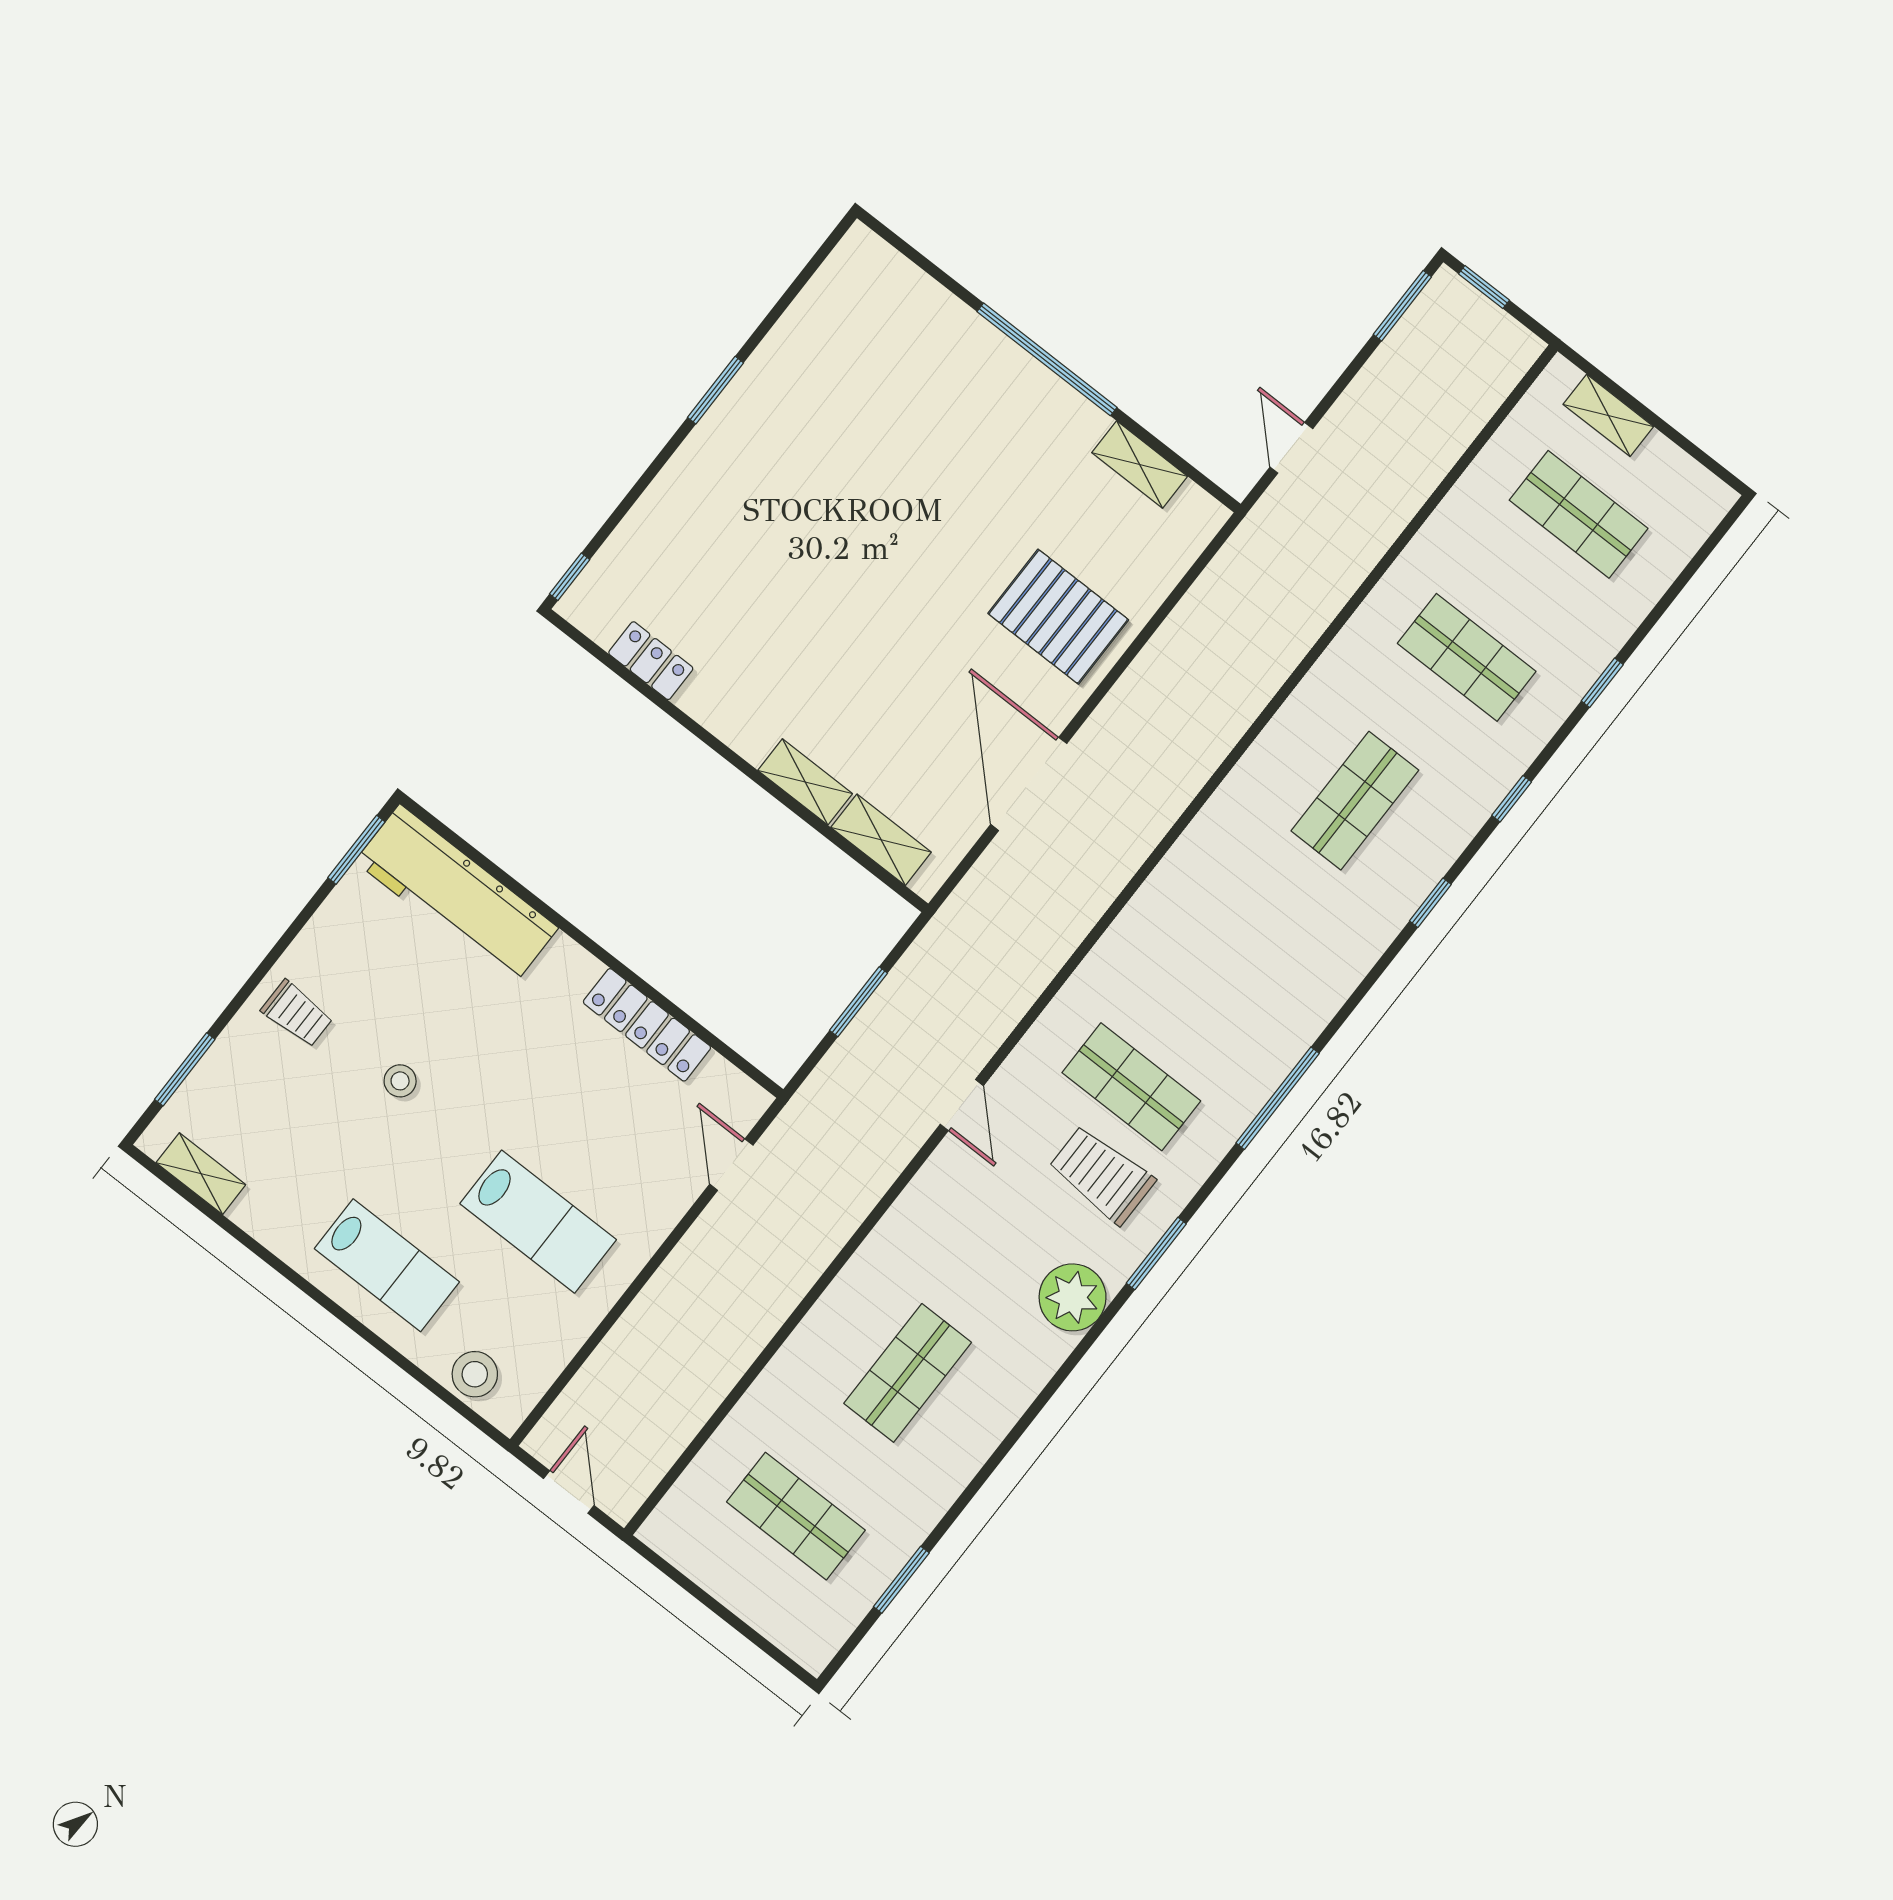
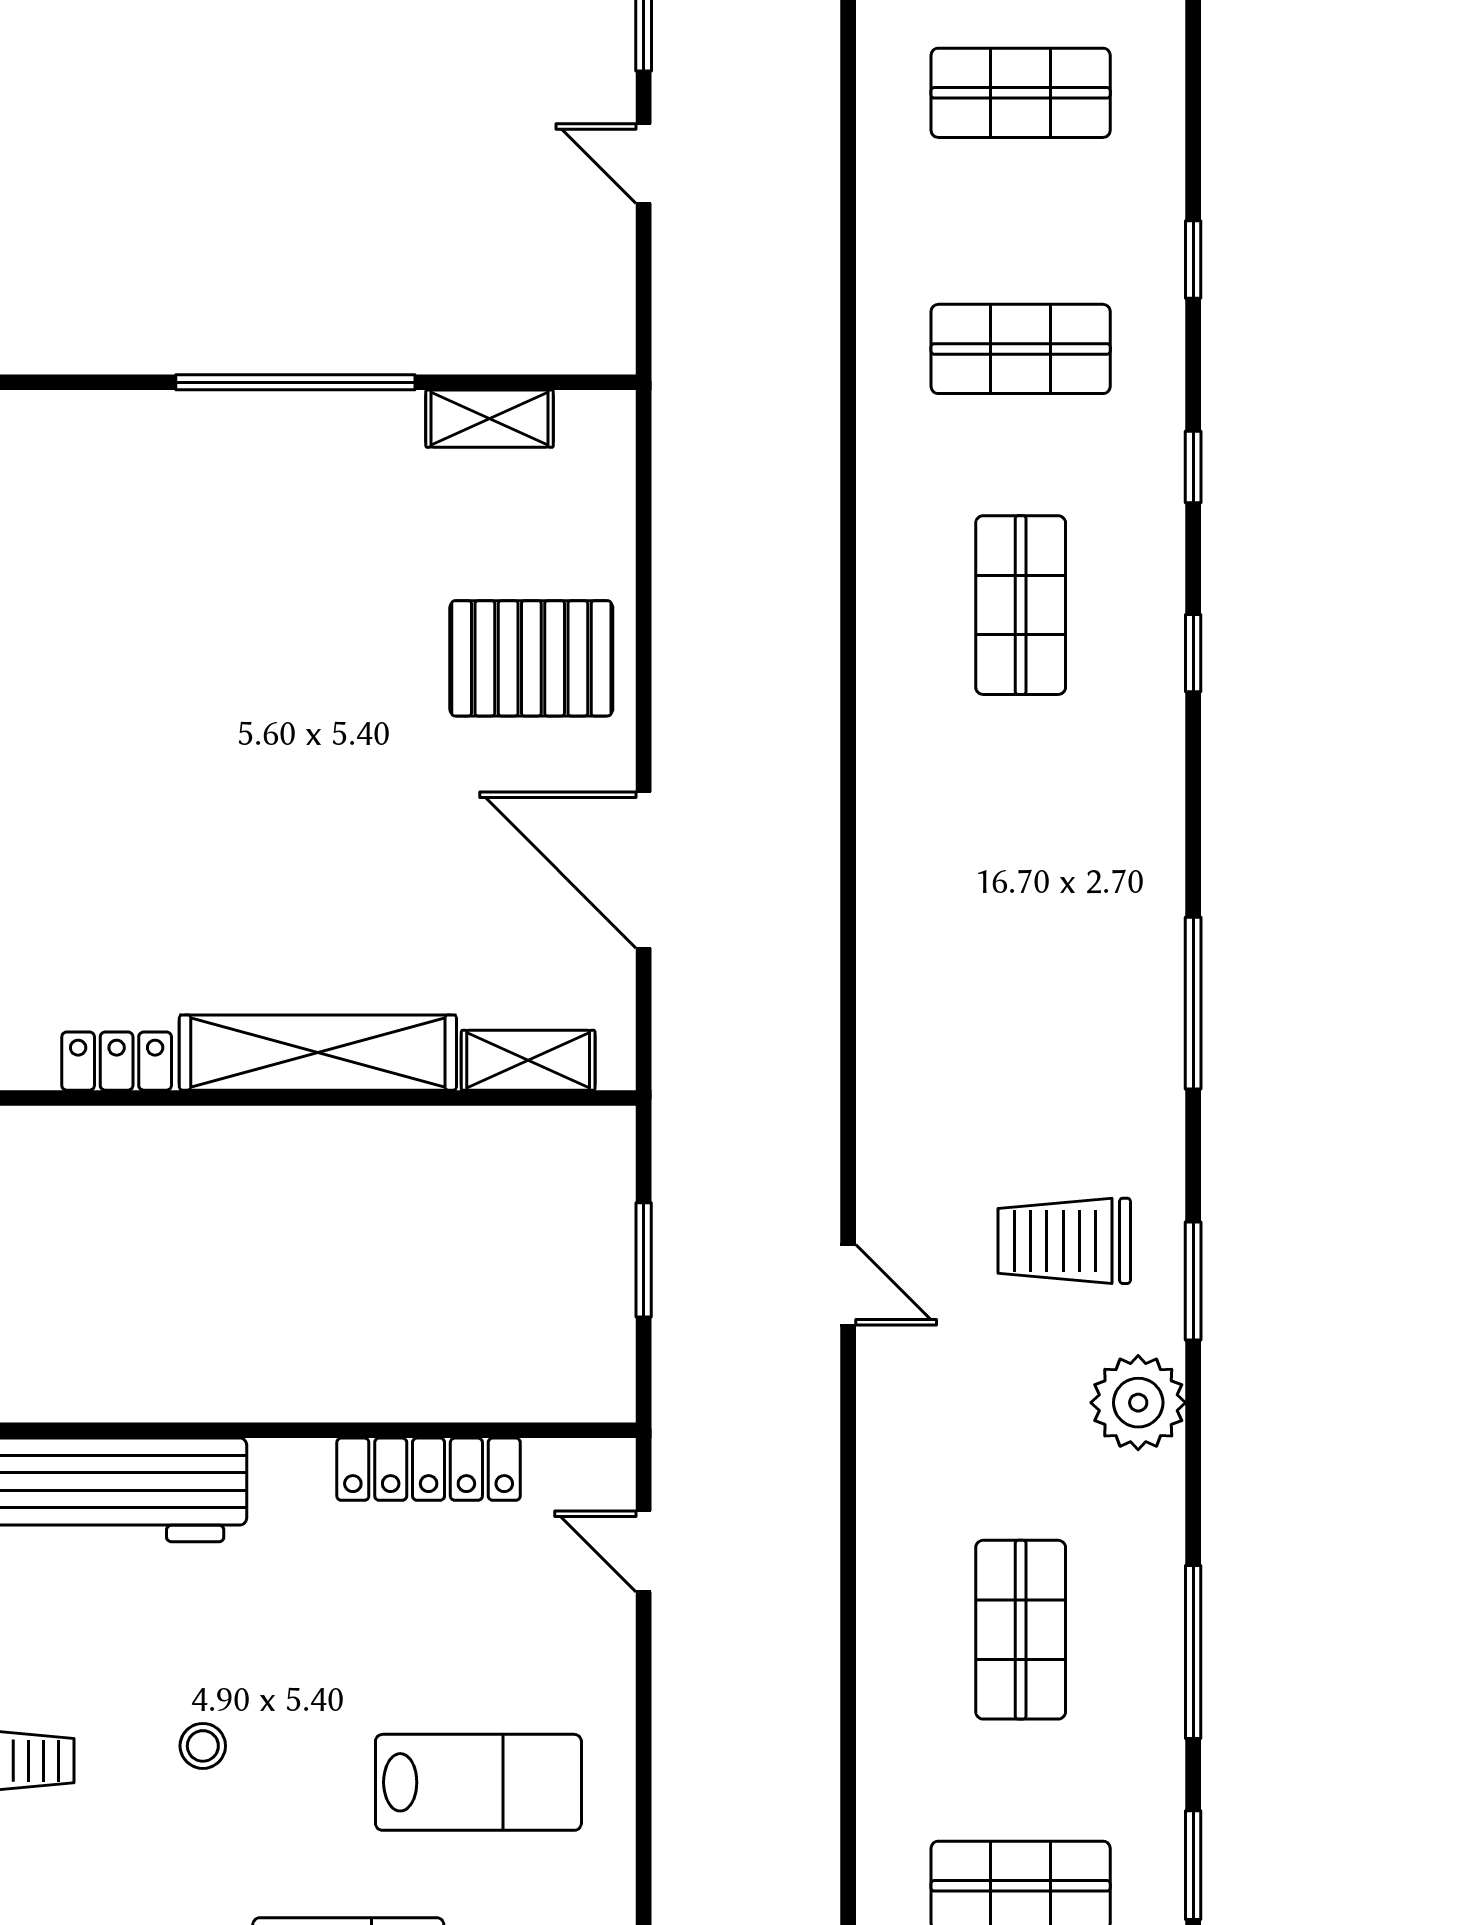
door: (1291, 448) -> (644, 164), moved
shelving: (805, 782) -> (318, 1053), width x2.20, depth x1.33
shop shelf: (1131, 1087) -> (1021, 1117), removed
window: (994, 1461) -> (1193, 1652), added

